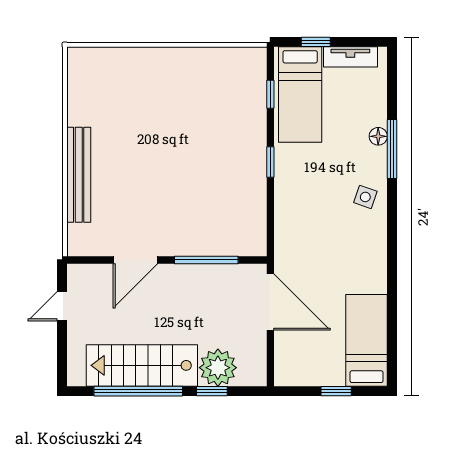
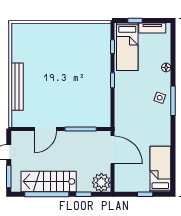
window: (392, 149) -> (173, 101), moved
window: (62, 356) -> (9, 177), added
plant: (218, 368) -> (101, 183), moved

